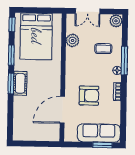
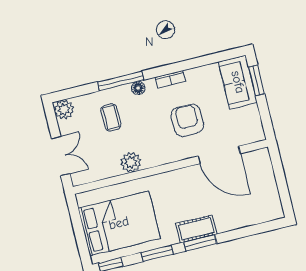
plant: (72, 40) -> (131, 162), moved
sofa: (99, 133) -> (238, 82), width x0.73

